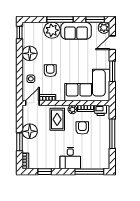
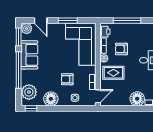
window: (60, 19) -> (19, 70), width x1.46
plant: (52, 30) -> (29, 92), moved
door: (32, 103) -> (98, 96), swing flipped
floor lamp: (30, 131) -> (137, 99), moved
window: (20, 142) -> (135, 108), removed

